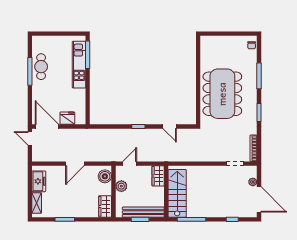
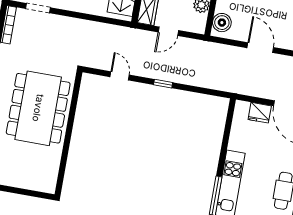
door: (75, 164) -> (260, 48), hinge flipped
door: (130, 164) -> (168, 31), moved

